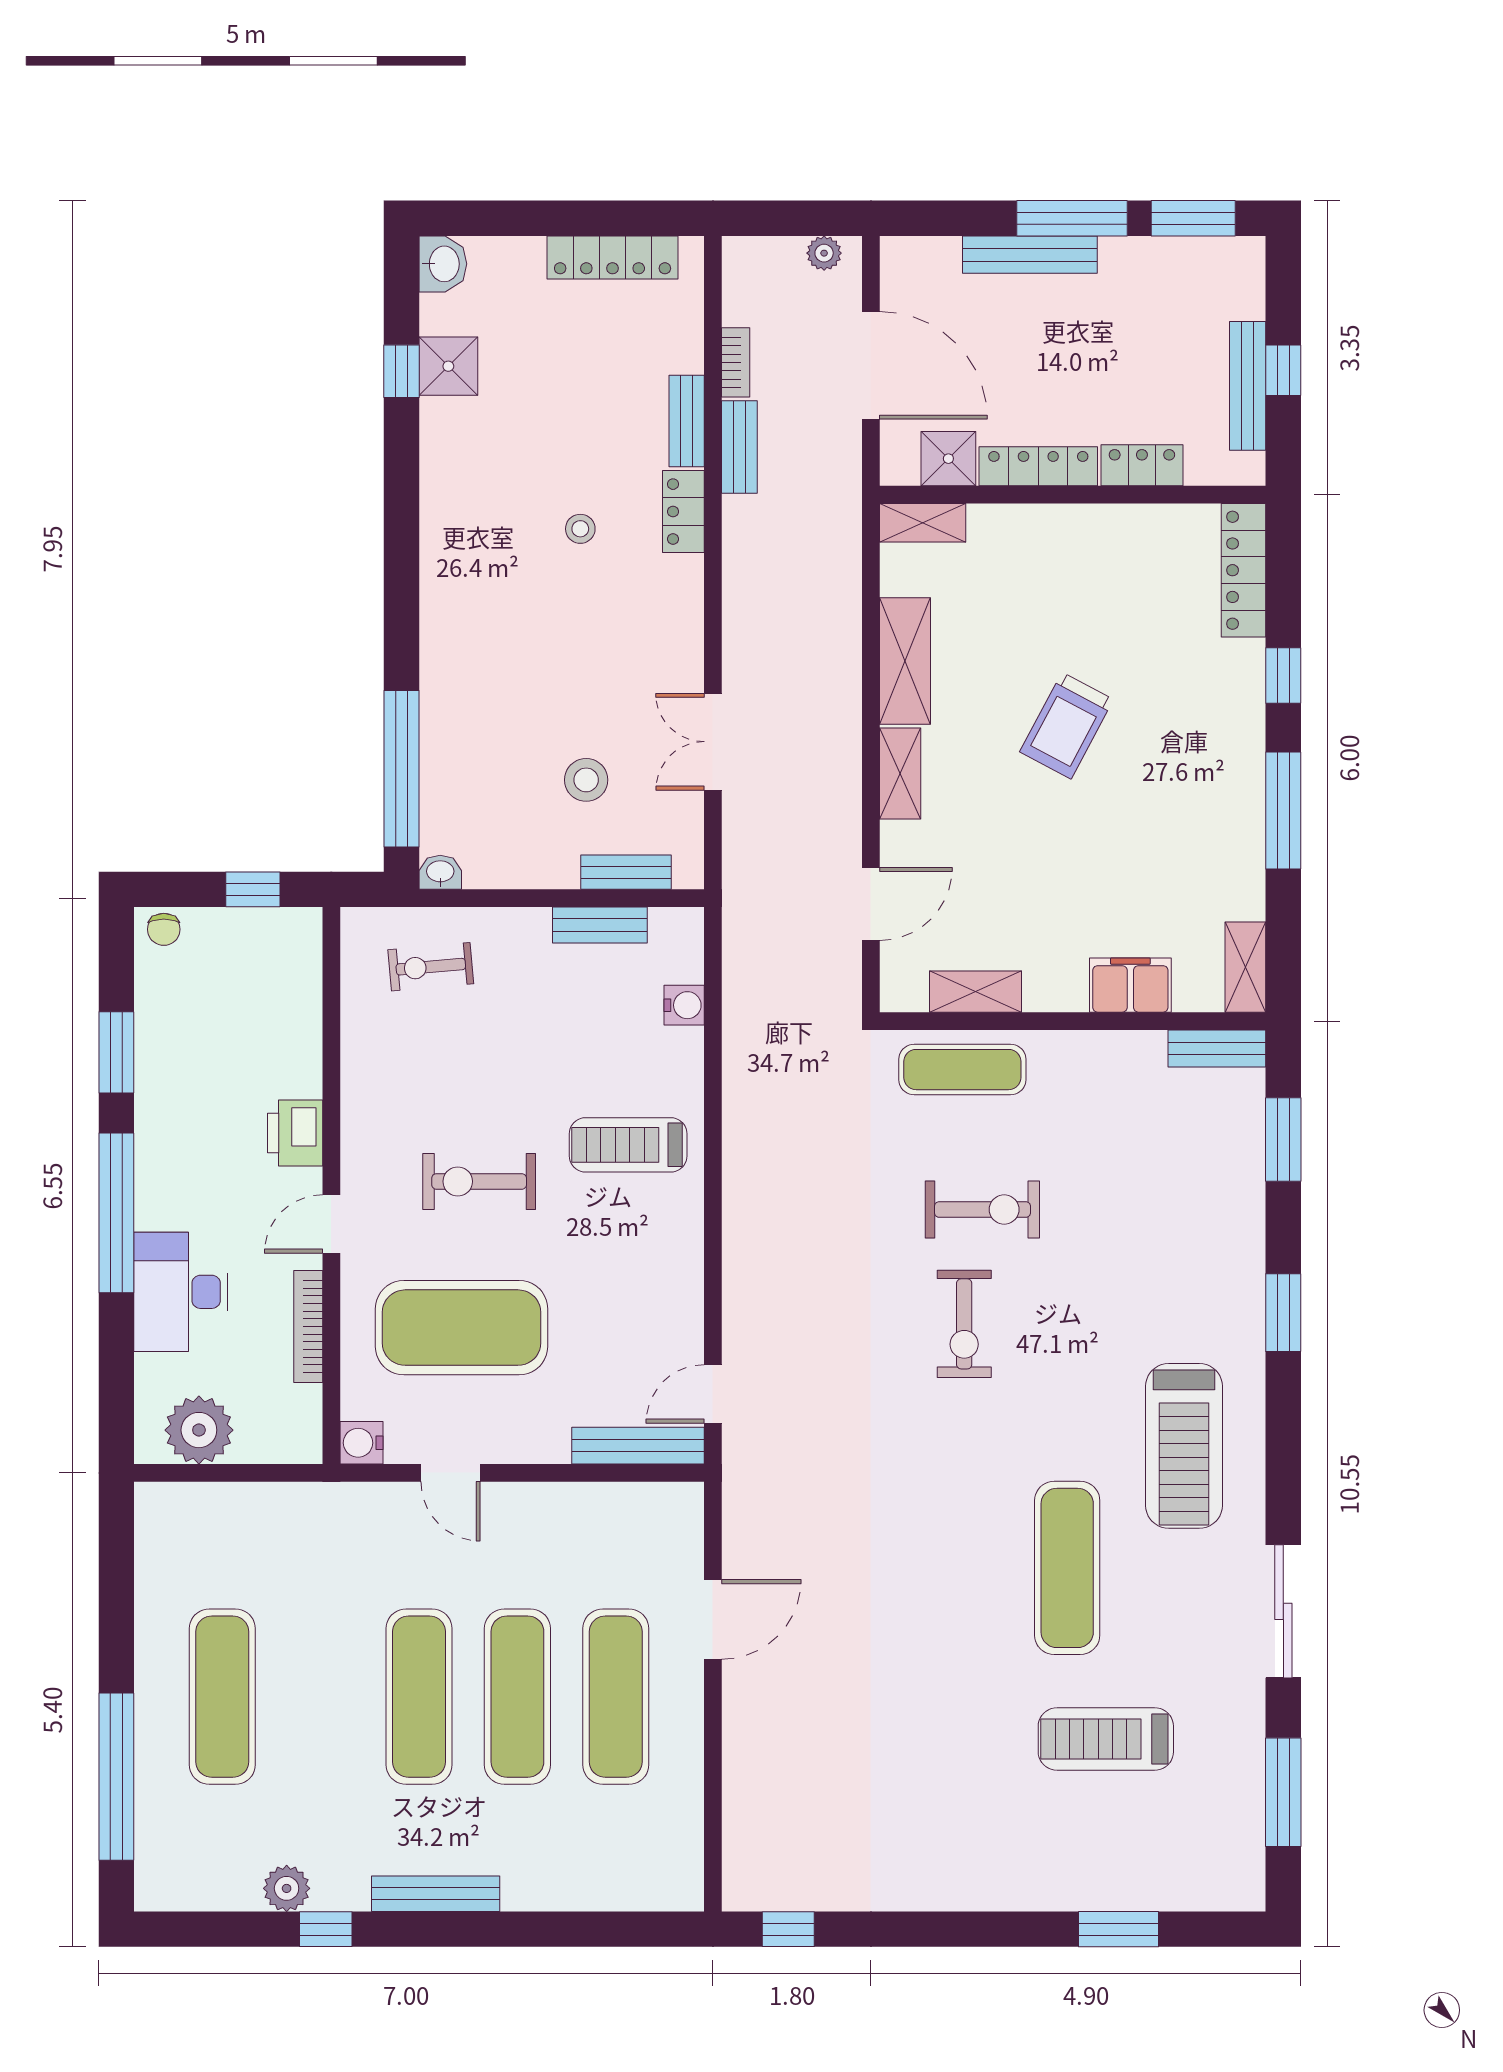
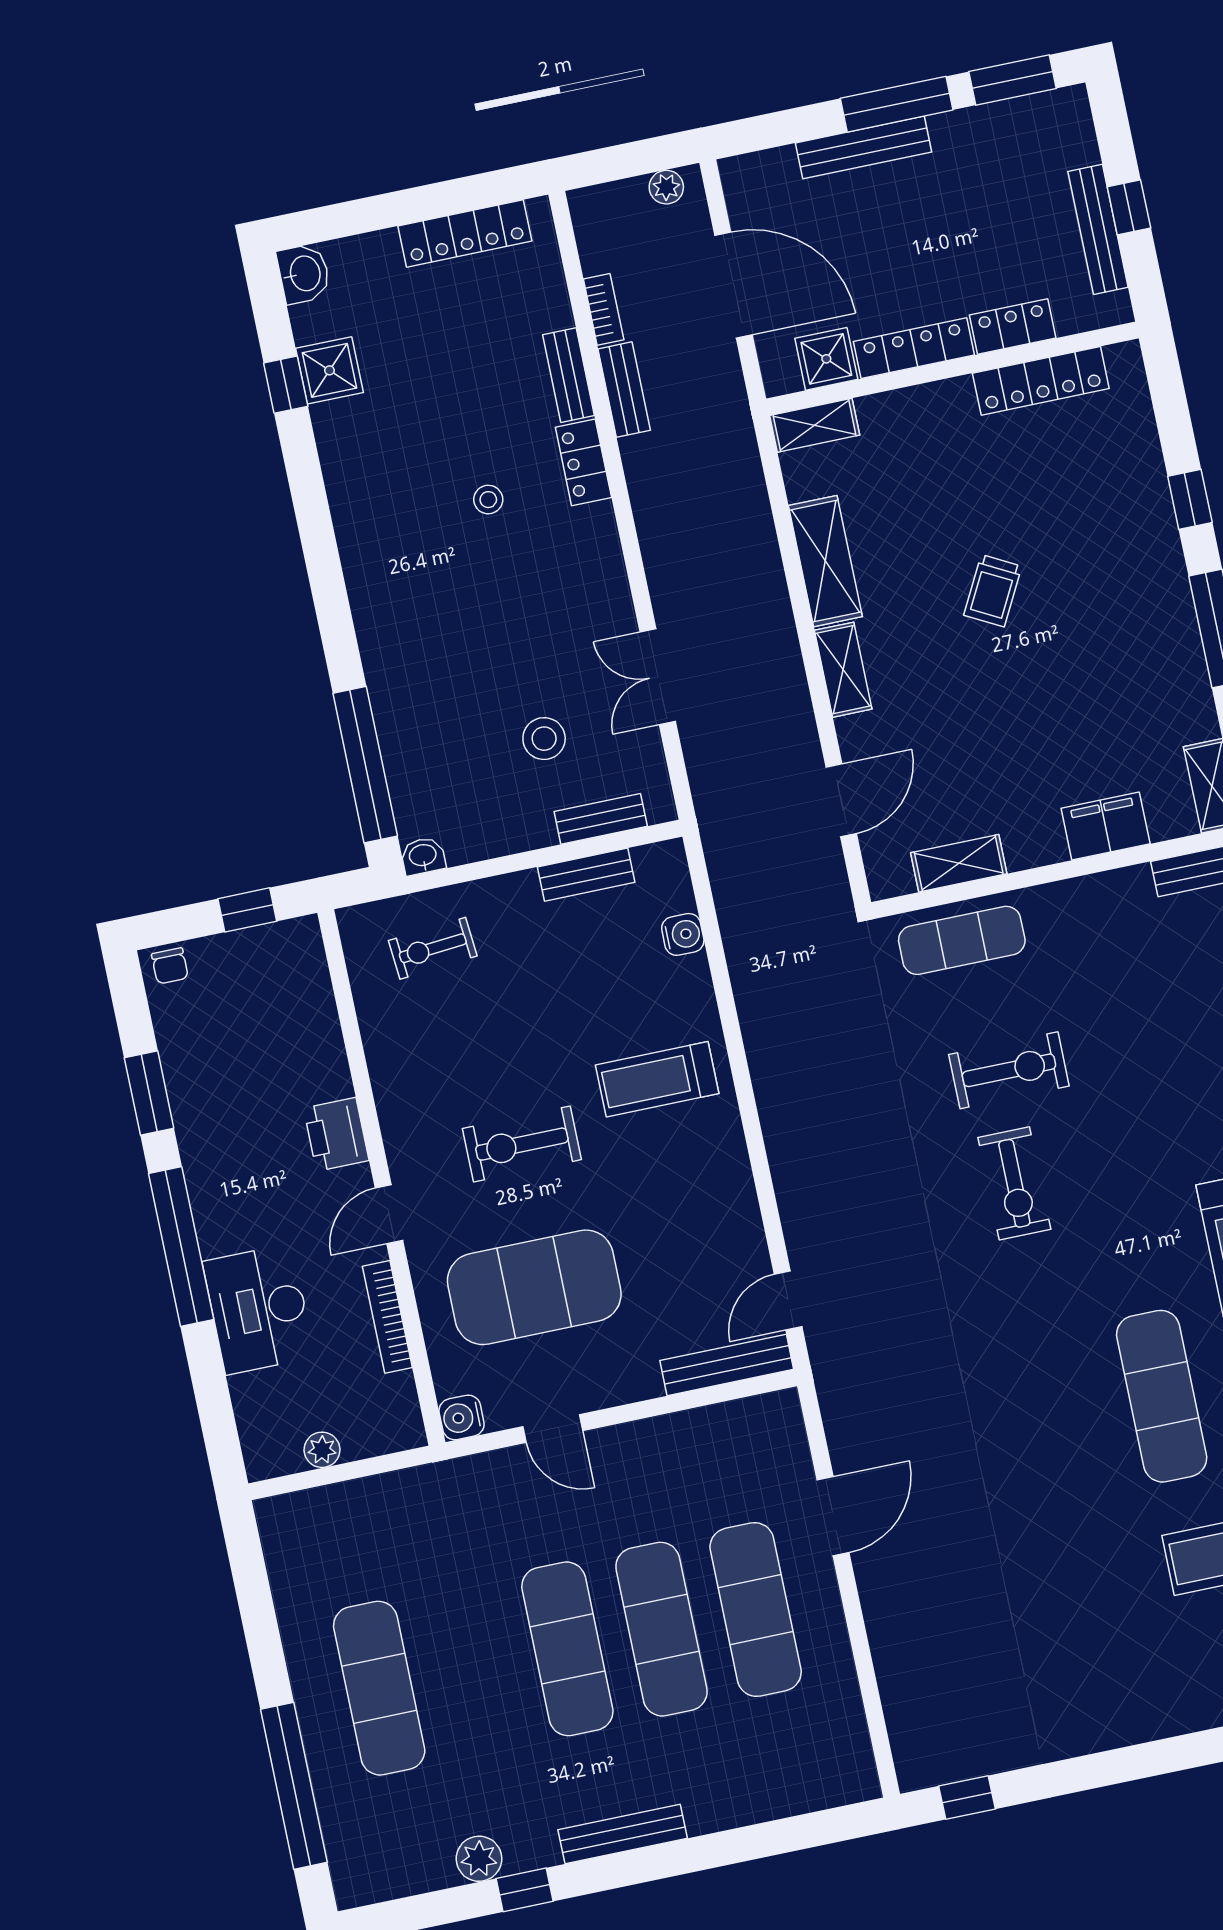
locker: (1244, 570) -> (1041, 381), moved, turned -90
trolley: (1067, 726) -> (993, 591), width x0.73, depth x0.72
plant: (199, 1430) -> (322, 1450), width x0.53, depth x0.53

